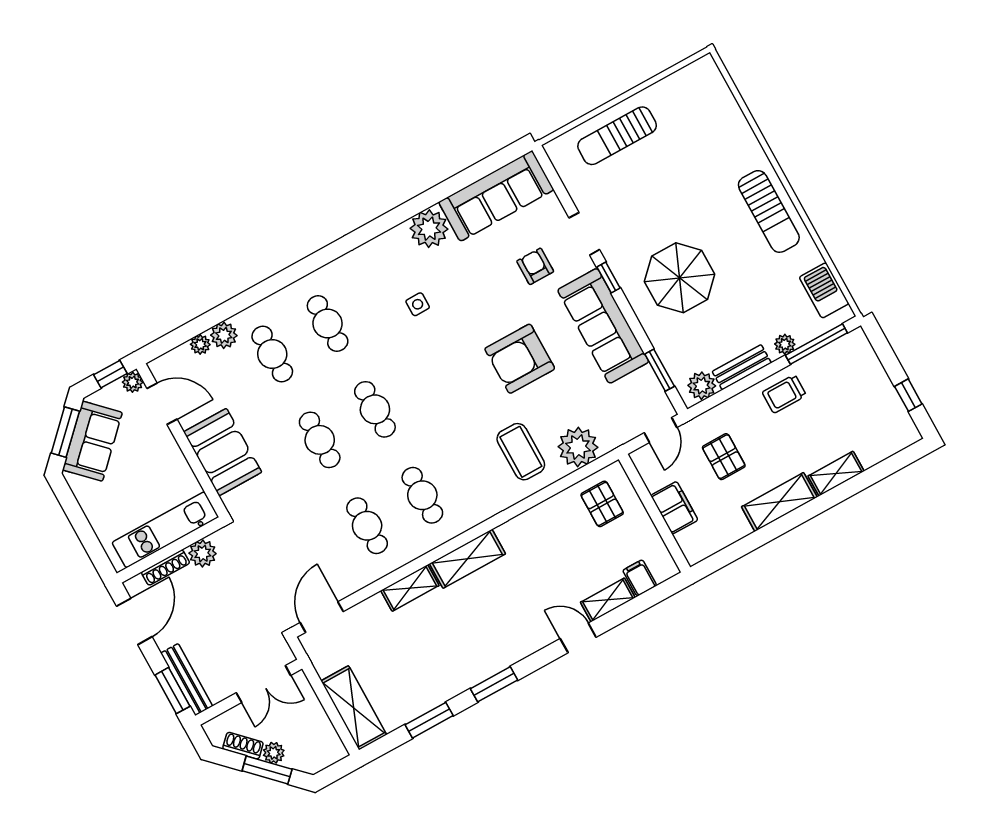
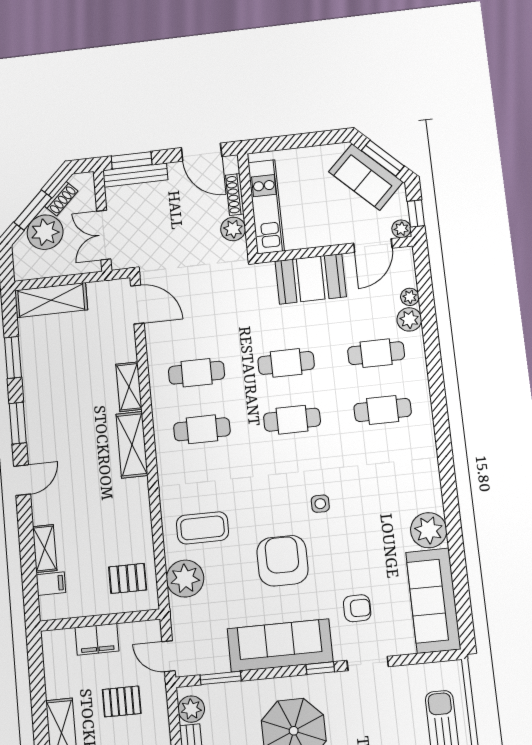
side table: (418, 304) -> (320, 504), moved
door: (578, 638) -> (22, 480), moved
plant: (274, 753) -> (45, 232), width x1.88, depth x1.88

